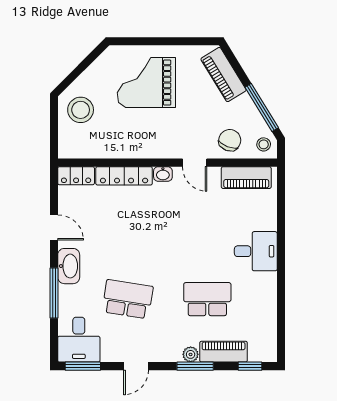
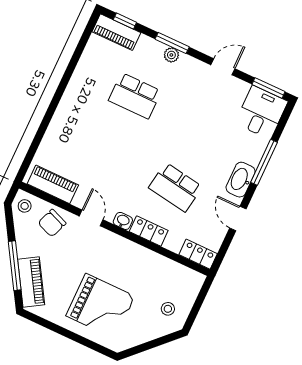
window: (262, 107) -> (15, 266), moved
stool: (81, 110) -> (168, 309), width x0.53, depth x0.53
locker: (124, 176) -> (149, 231), width x0.66
desk: (256, 251) -> (74, 117), removed
school desk: (128, 299) -> (175, 187), moved
piano: (224, 352) -> (116, 32), moved

